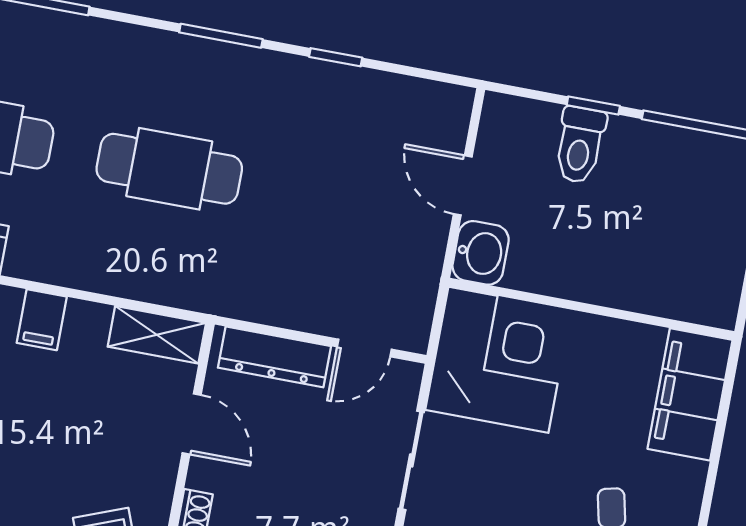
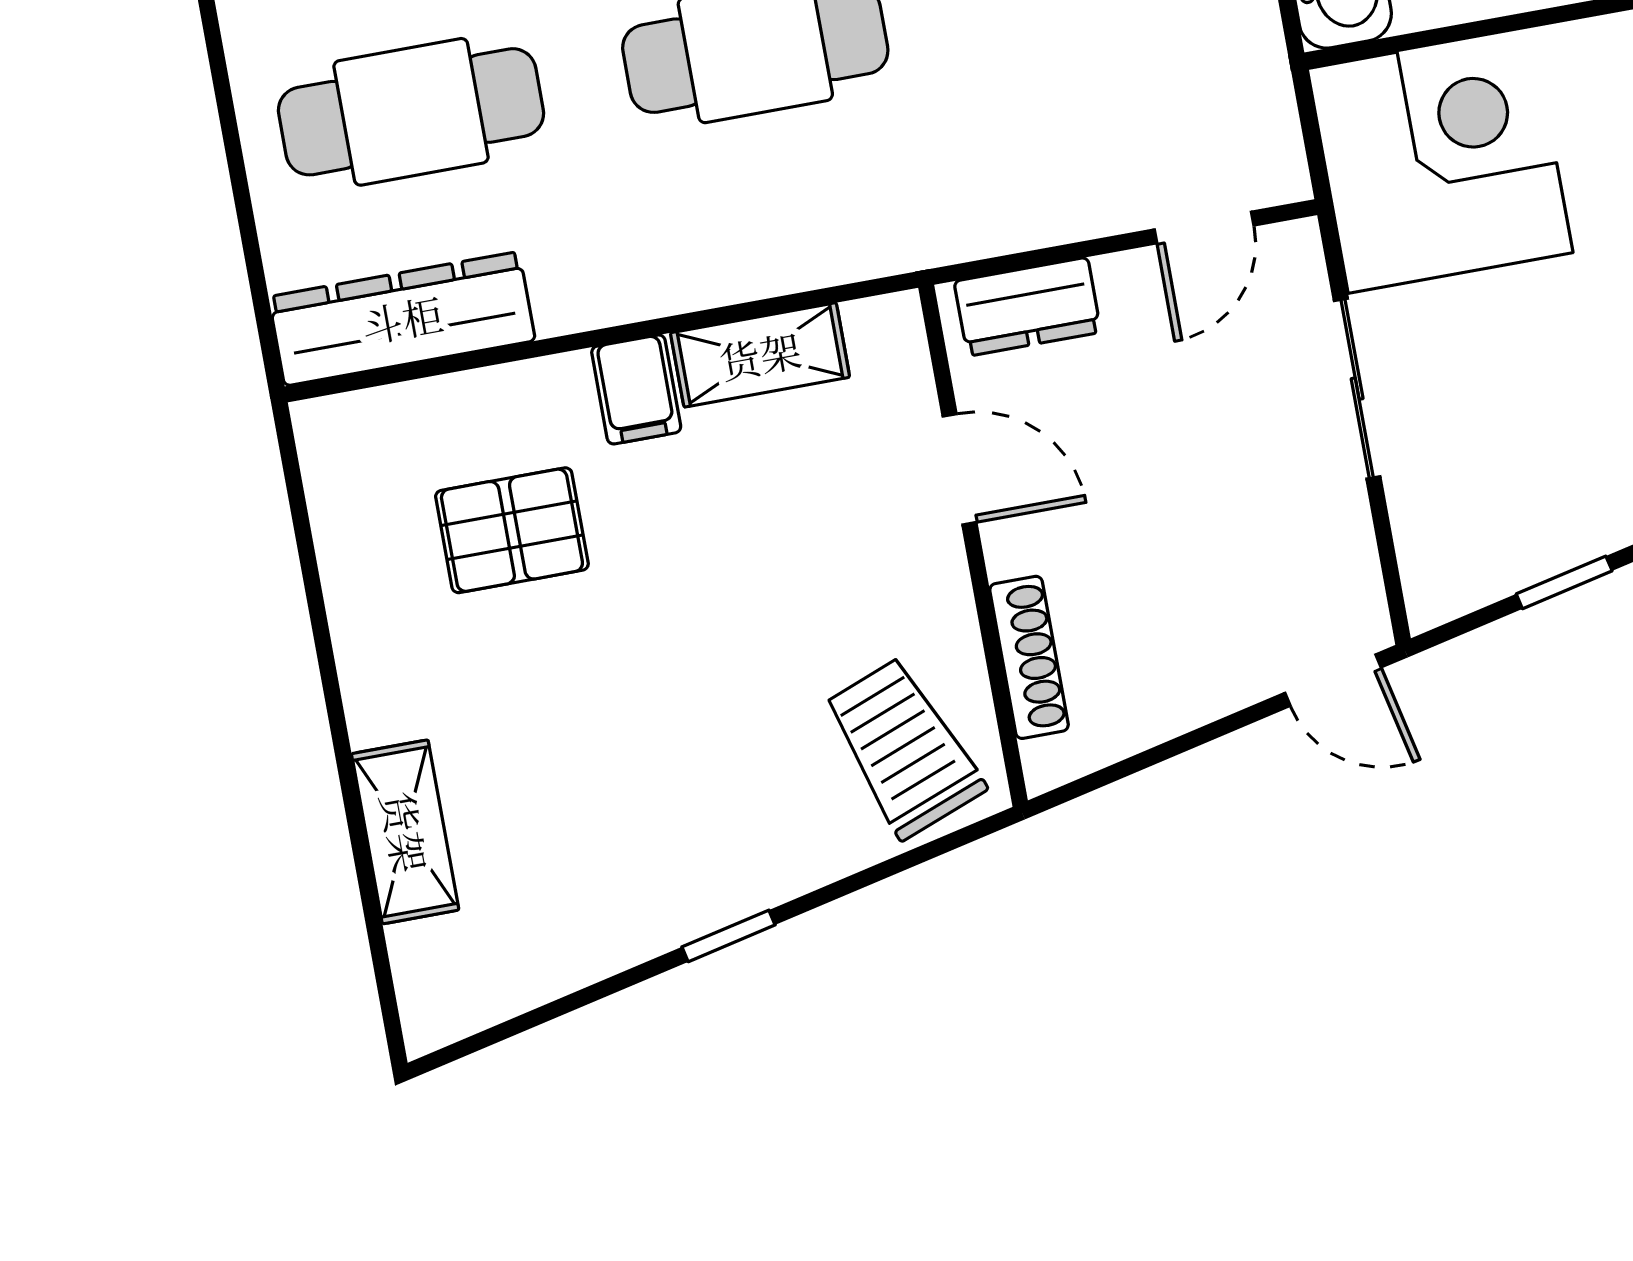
shelving: (157, 335) -> (760, 355), moved
dresser: (274, 357) -> (1028, 307), width x0.70

